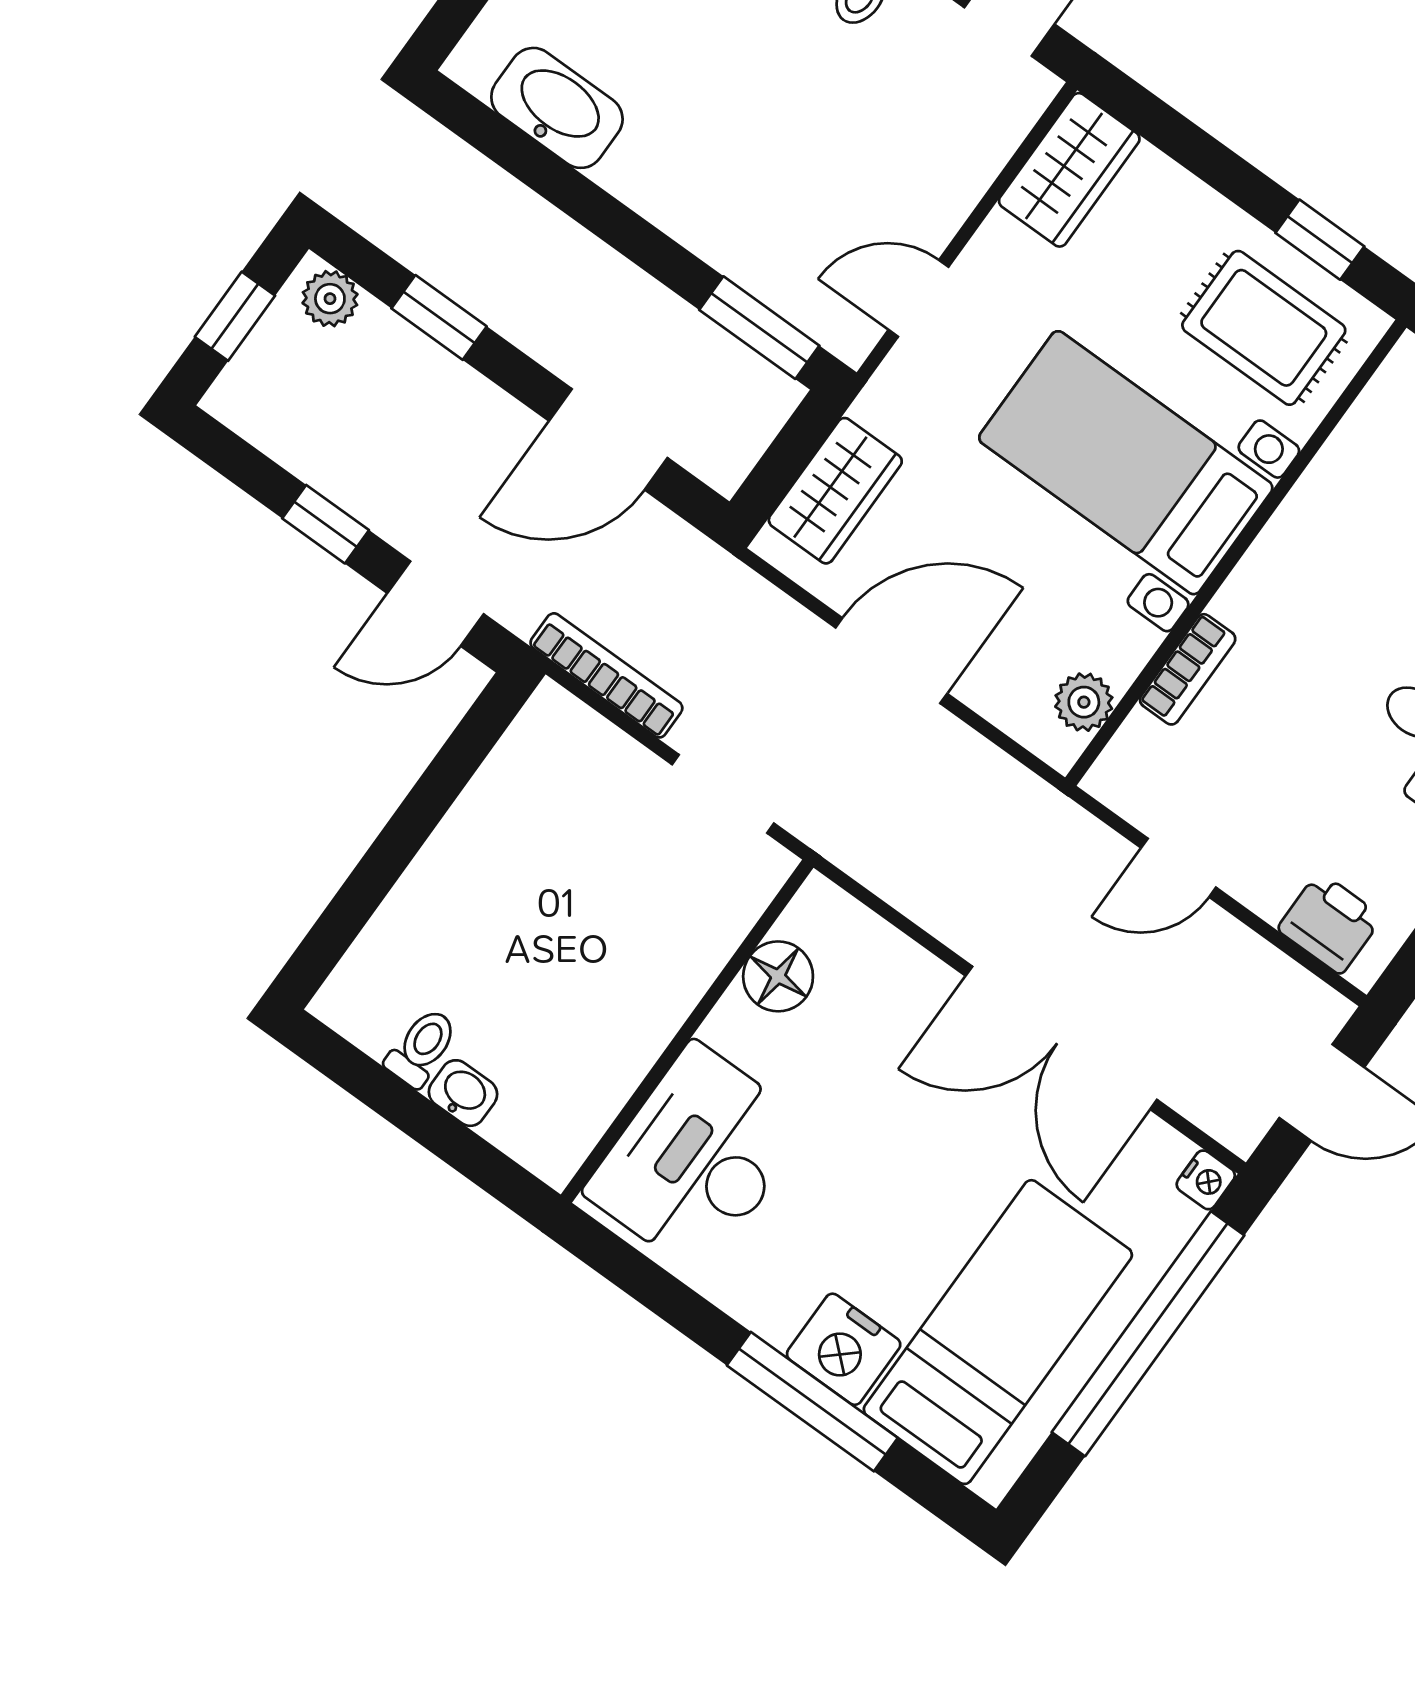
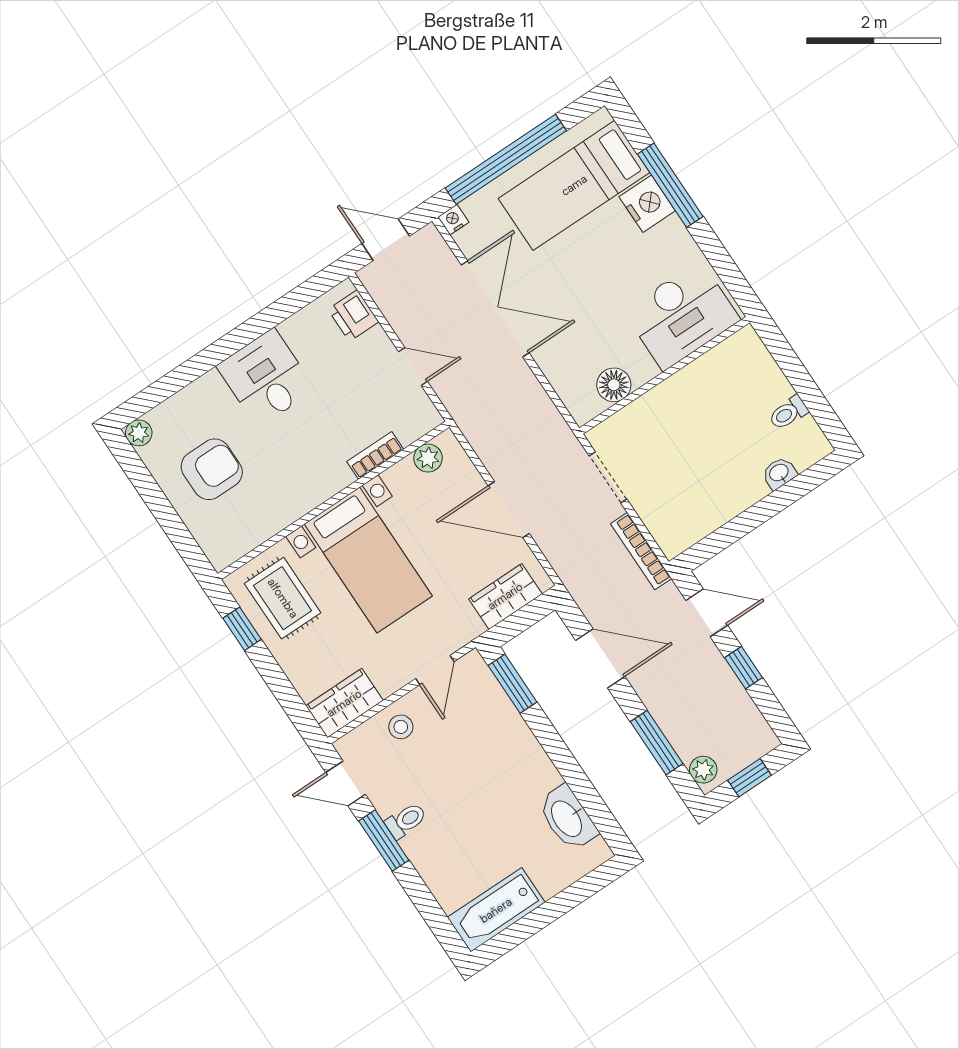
stool: (944, 164) -> (401, 727), added
door: (918, 298) -> (435, 670), hinge flipped
window: (439, 317) -> (657, 743), width x1.50
washbasin: (463, 1093) -> (779, 473), moved, turned 90

